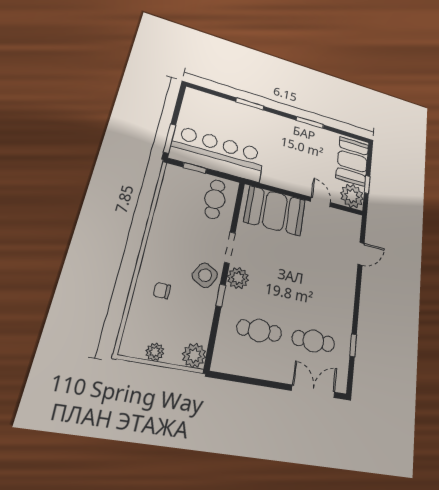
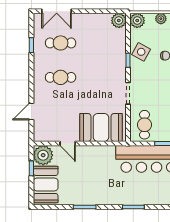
side table: (205, 275) -> (141, 52), moved
plant: (238, 278) -> (119, 21), moved
cafe table: (259, 330) -> (61, 77), moved

